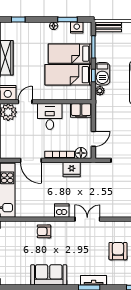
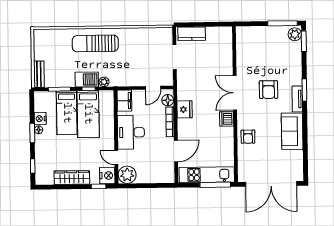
window: (67, 20) -> (32, 133), moved
nightstand: (77, 27) -> (40, 119), moved
desk: (50, 117) -> (131, 132), width x1.37
door: (93, 139) -> (153, 88), swing flipped
double door: (87, 219) -> (235, 93), width x1.37
armchair: (118, 251) -> (269, 90), moved, turned -90
tv unit: (94, 280) -> (297, 99), moved

